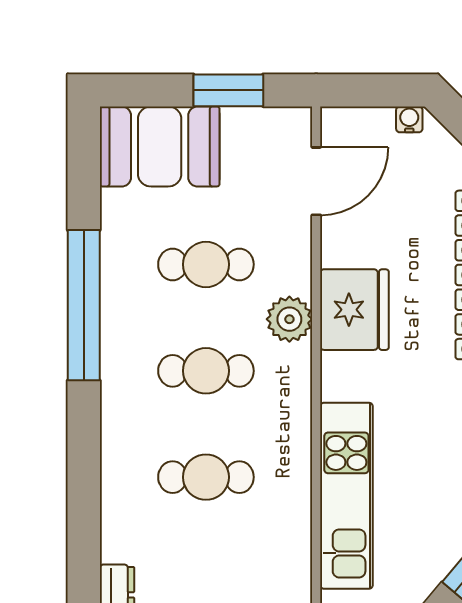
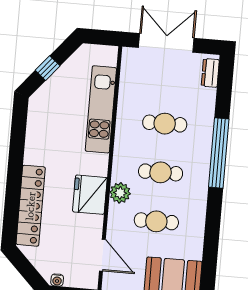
door: (316, 181) -> (102, 255), swing flipped
window: (84, 305) -> (219, 153), moved

